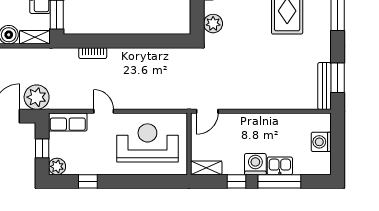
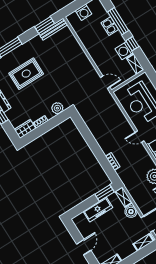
door: (104, 111) -> (140, 137), hinge flipped
washing machine: (255, 164) -> (124, 51), moved

